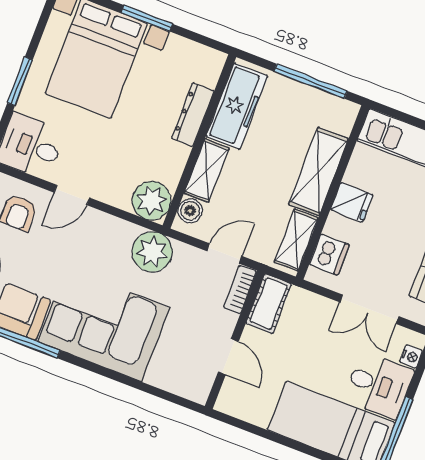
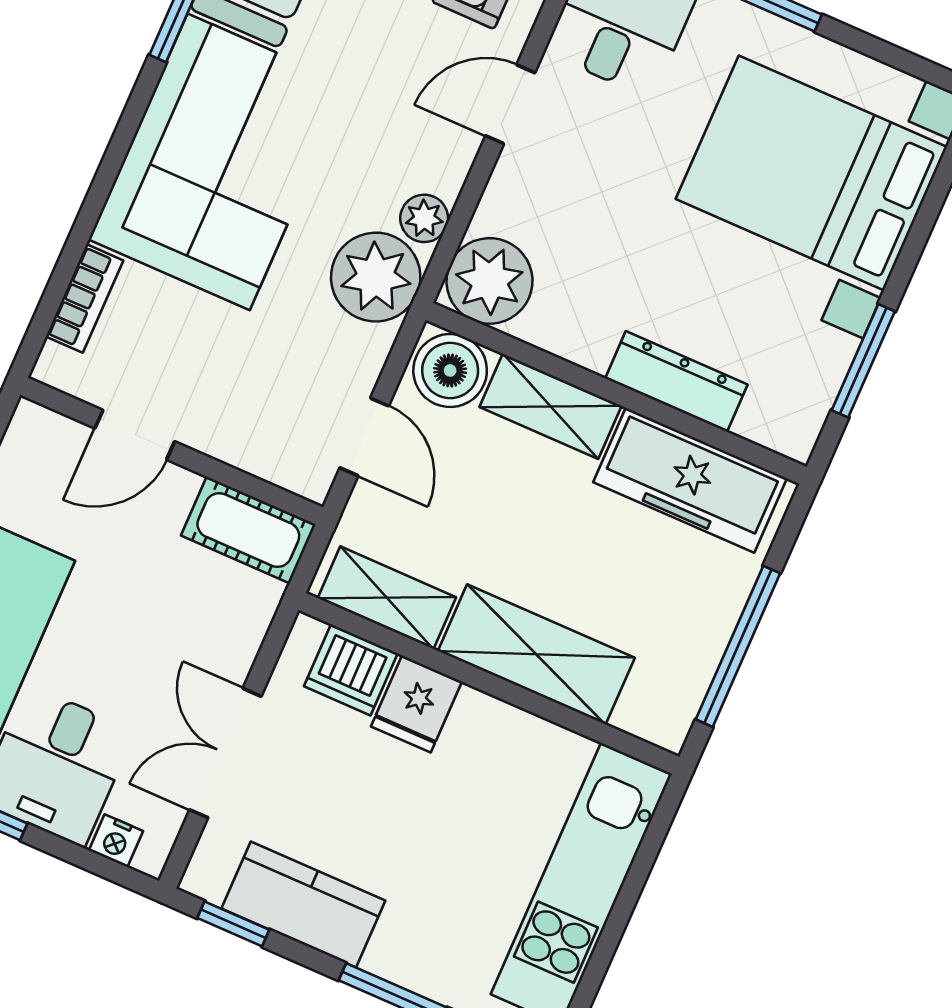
window: (147, 18) -> (863, 361), moved
door: (72, 195) -> (510, 104), hinge flipped
fridge: (352, 202) -> (416, 704), moved
boiler: (190, 211) -> (450, 370), width x1.36, depth x1.36
plant: (125, 231) -> (424, 218), added
bookcase: (240, 289) -> (85, 298), moved, turned 90

